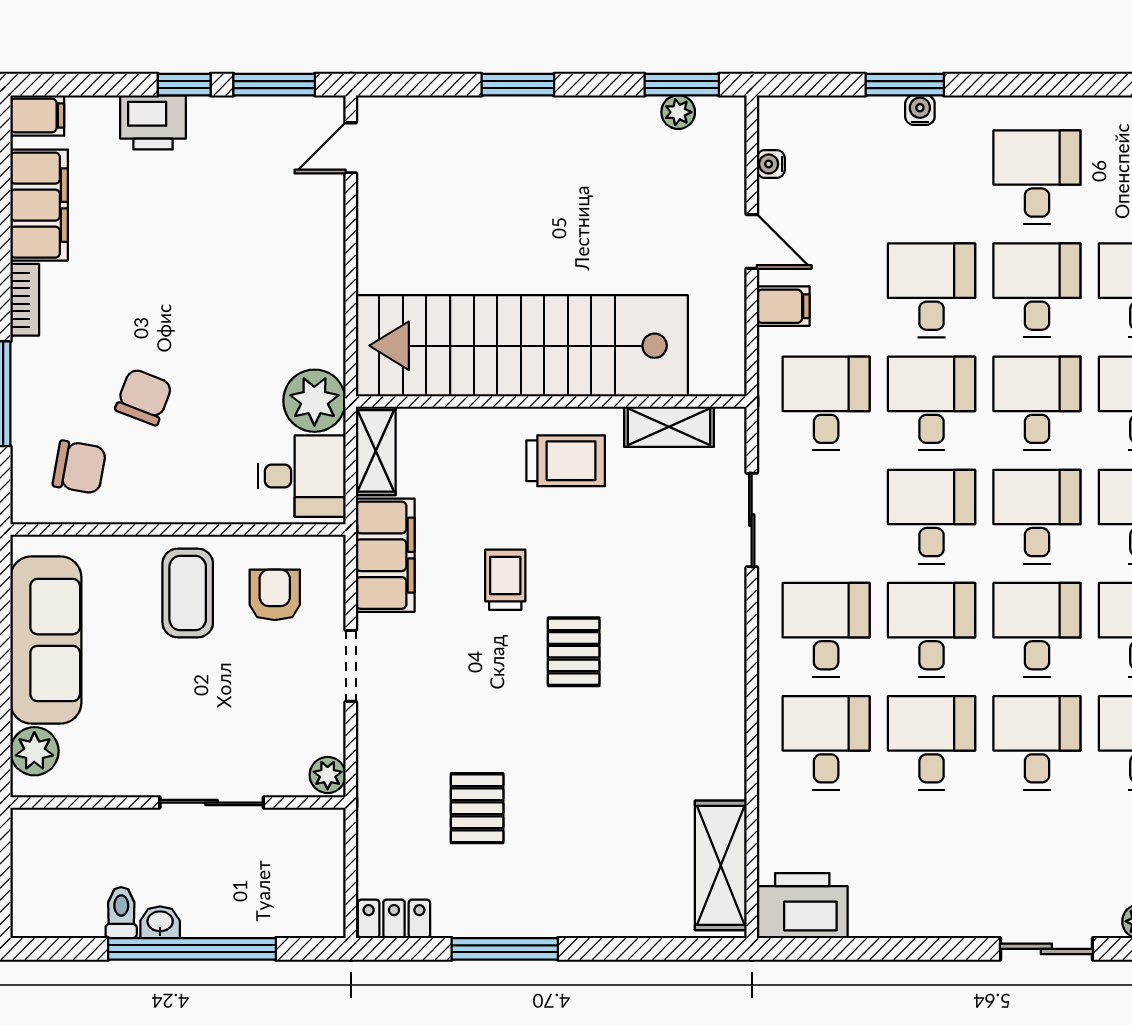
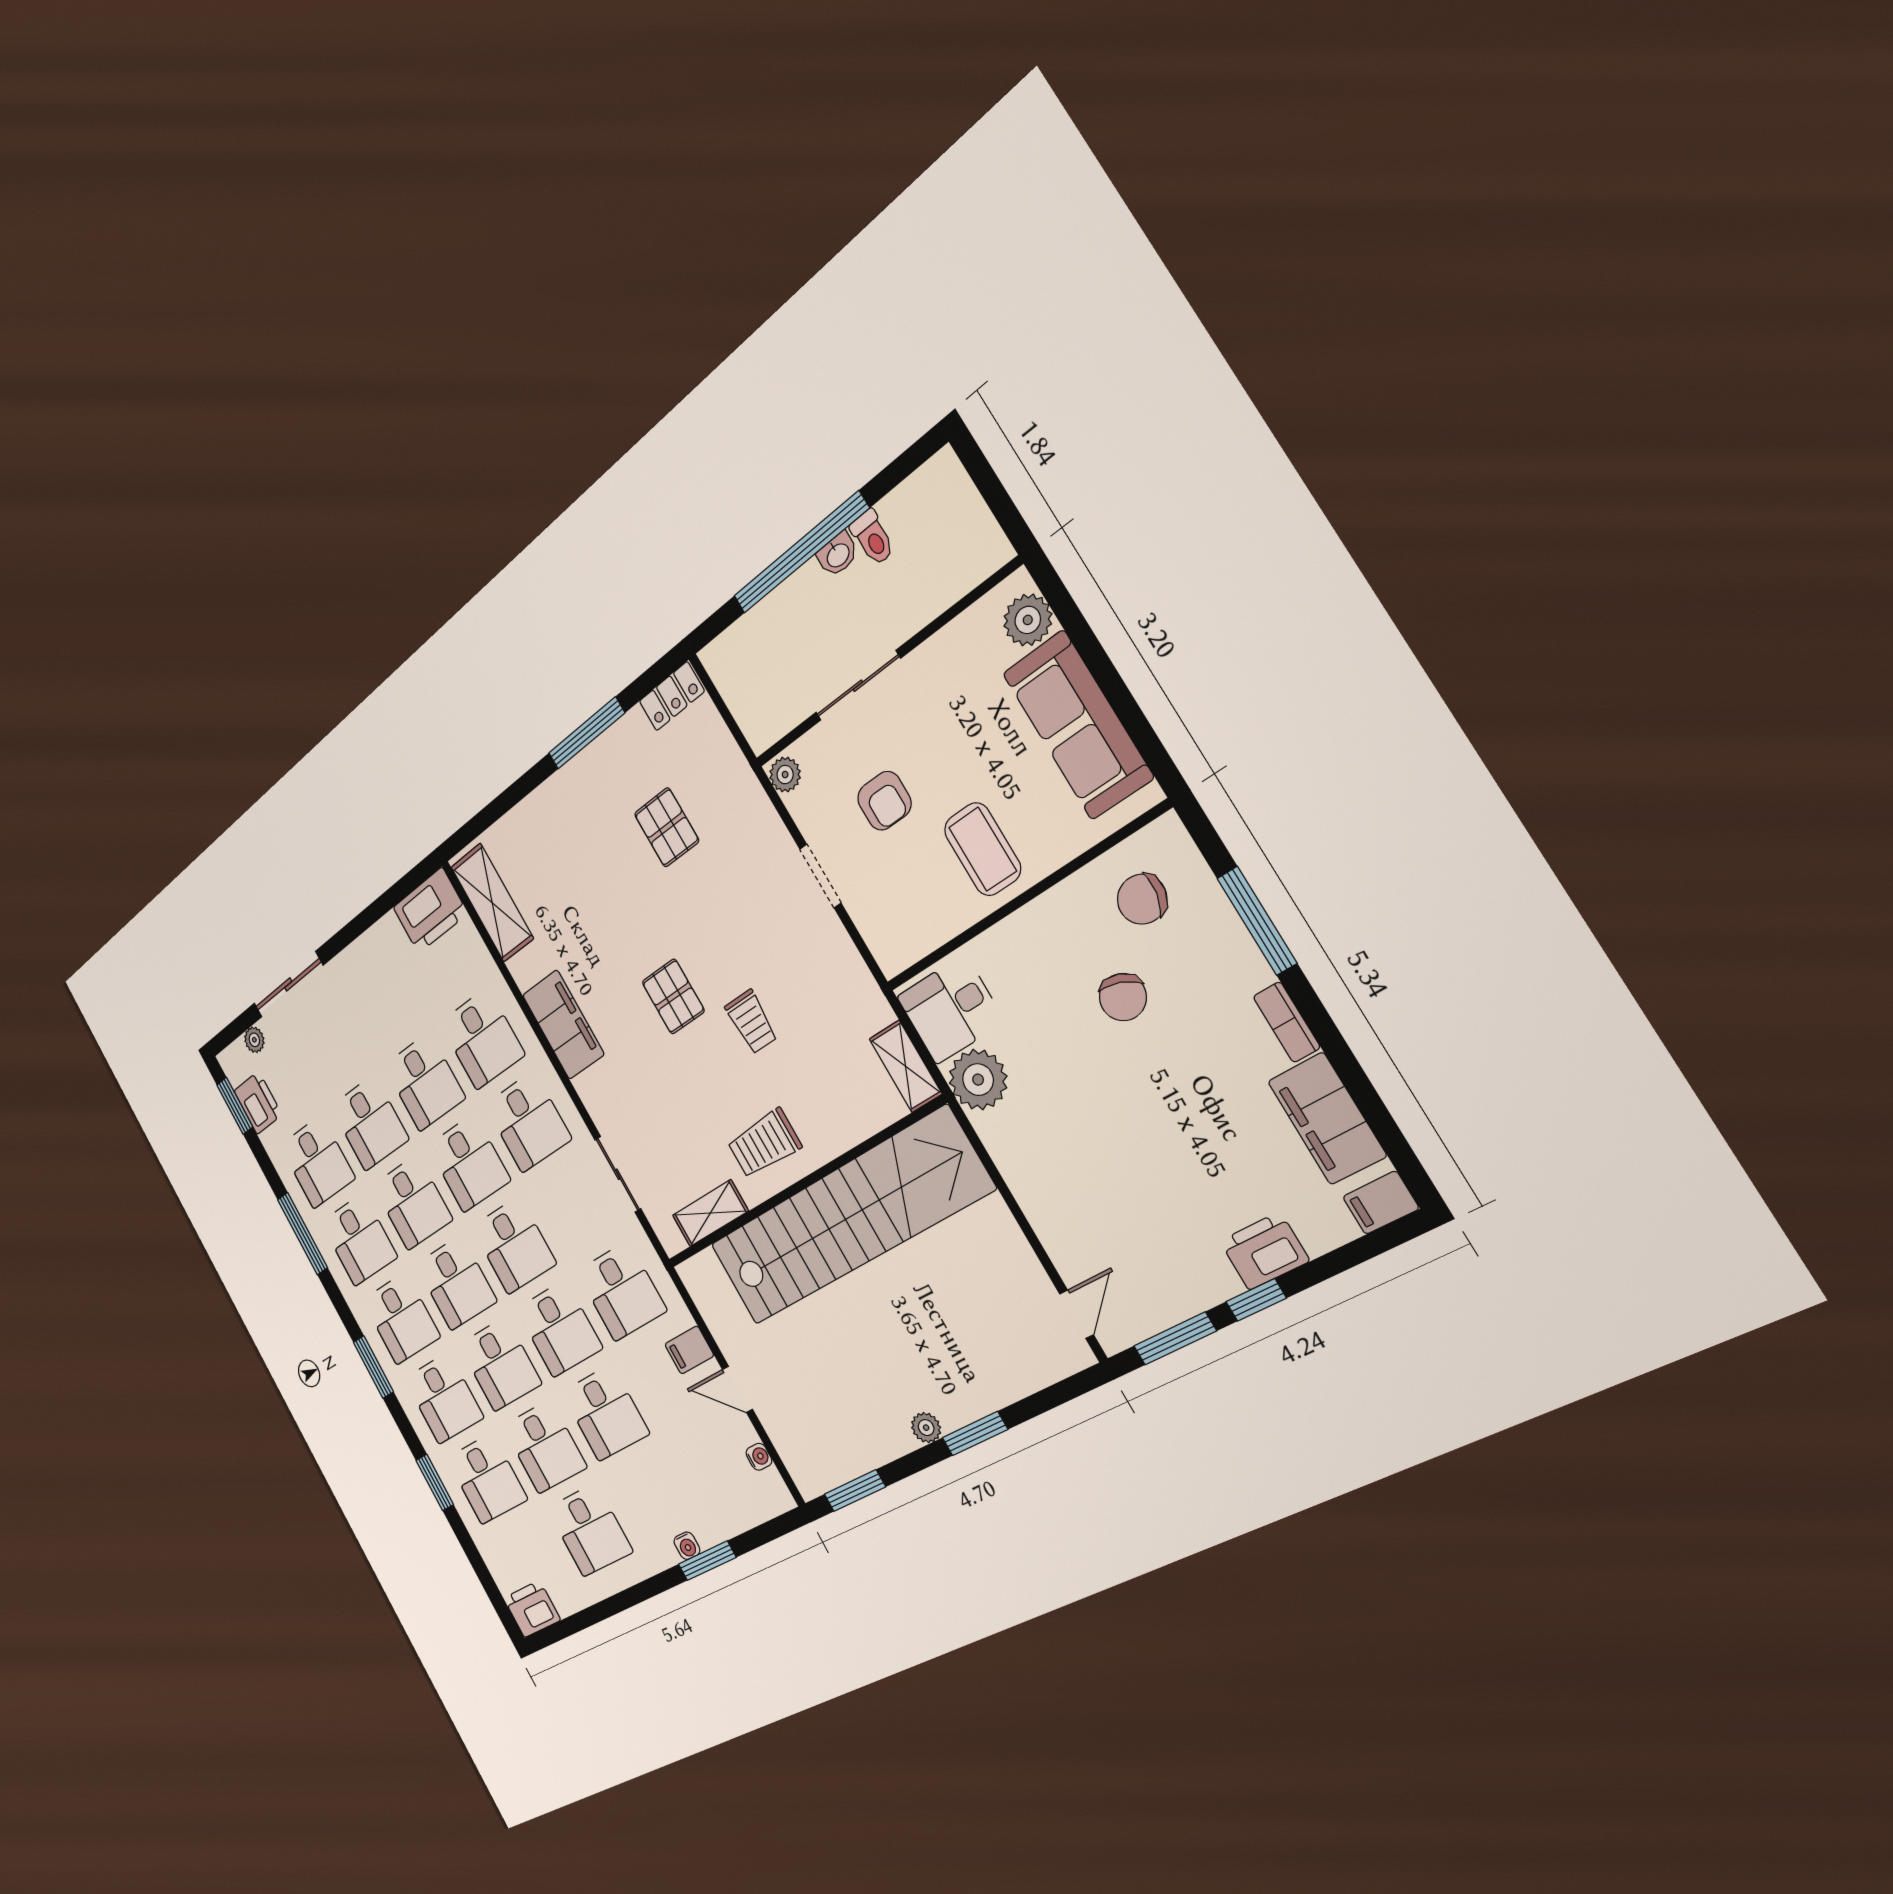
plant: (678, 112) -> (926, 1428), moved
filing cabinet: (385, 555) -> (563, 1025), moved, turned 180
armchair: (275, 595) -> (884, 801), moved
sliding door: (1046, 949) -> (288, 984), width x1.37

